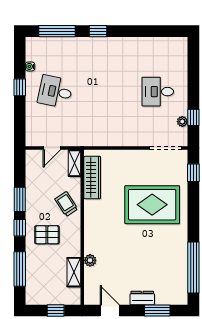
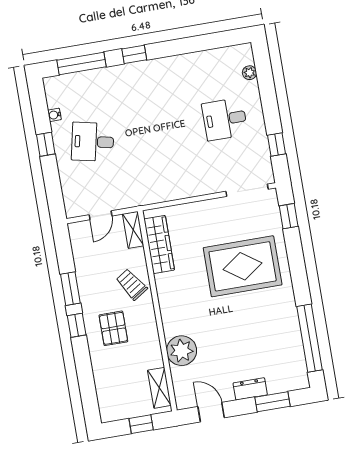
plant: (182, 122) -> (249, 73), moved
pallet: (47, 235) -> (113, 328), turned 90
plant: (90, 260) -> (182, 351), width x1.87, depth x1.87
window: (20, 269) -> (86, 379), removed
shelving: (74, 272) -> (159, 388), moved

